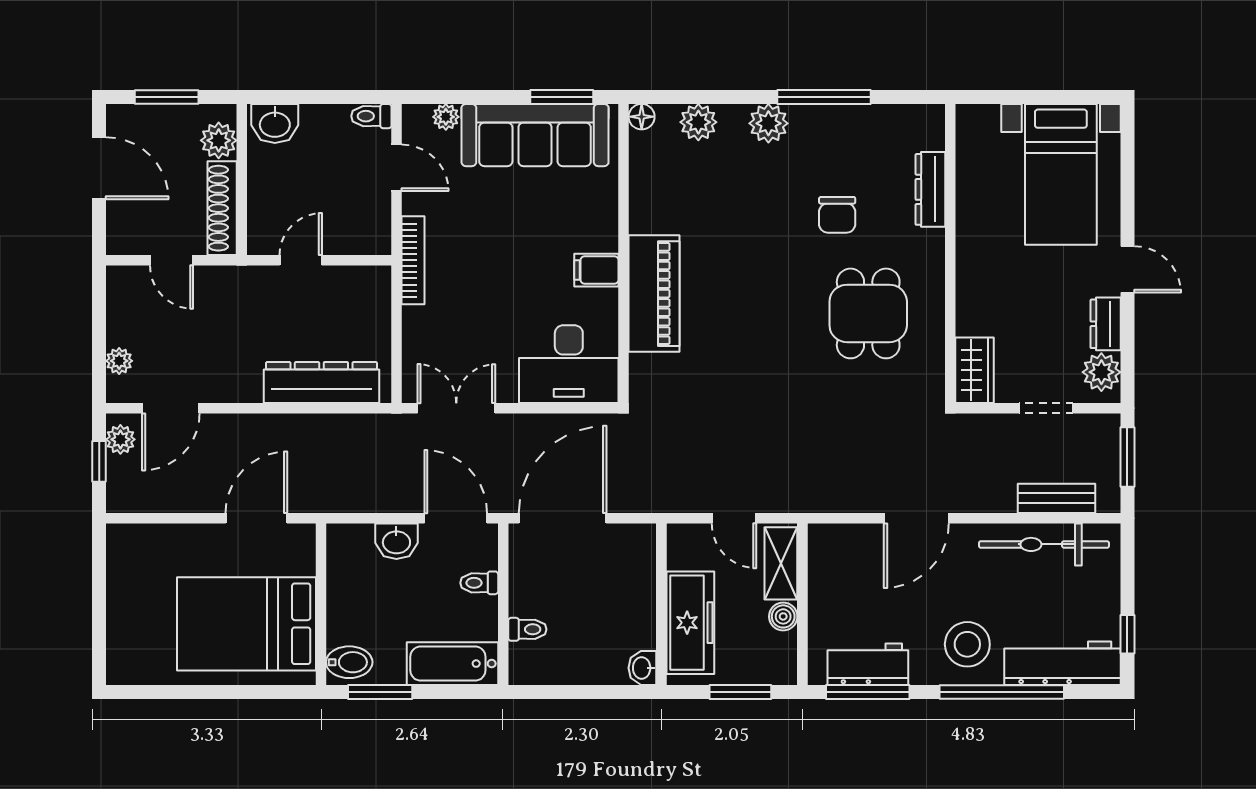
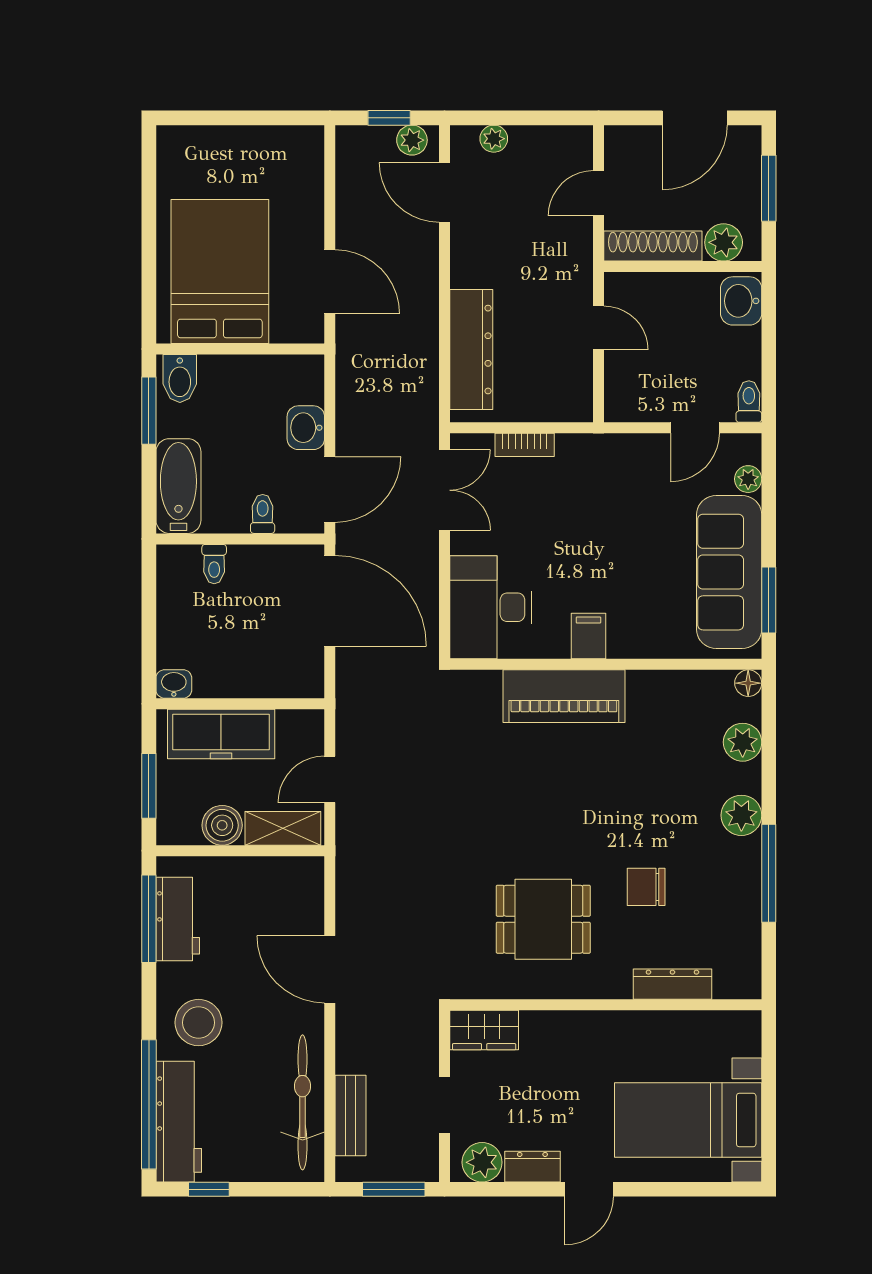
bookcase: (413, 260) -> (525, 445), moved, width x0.64
boiler: (783, 616) -> (222, 825), width x1.36, depth x1.36
window: (1002, 692) -> (149, 1104), moved

